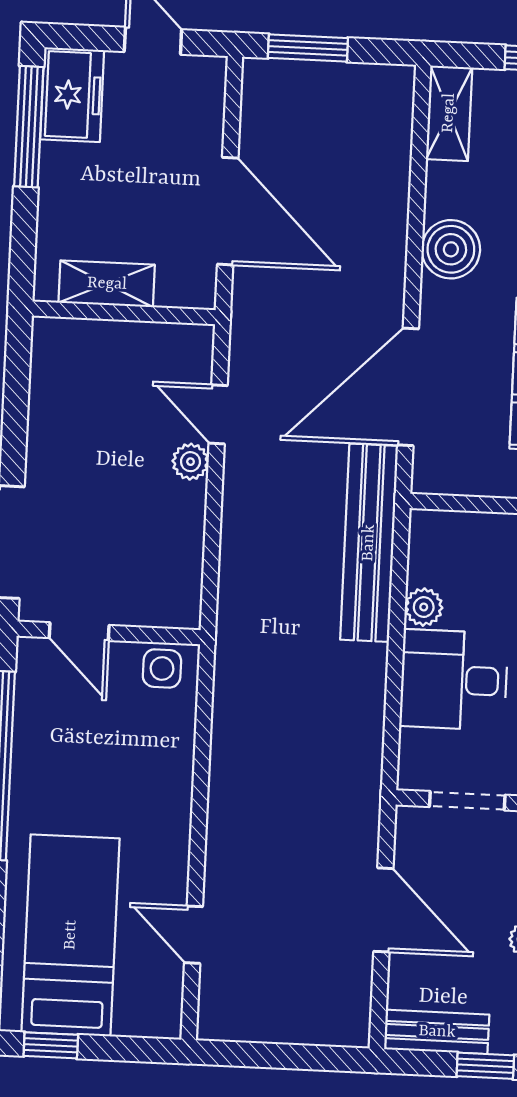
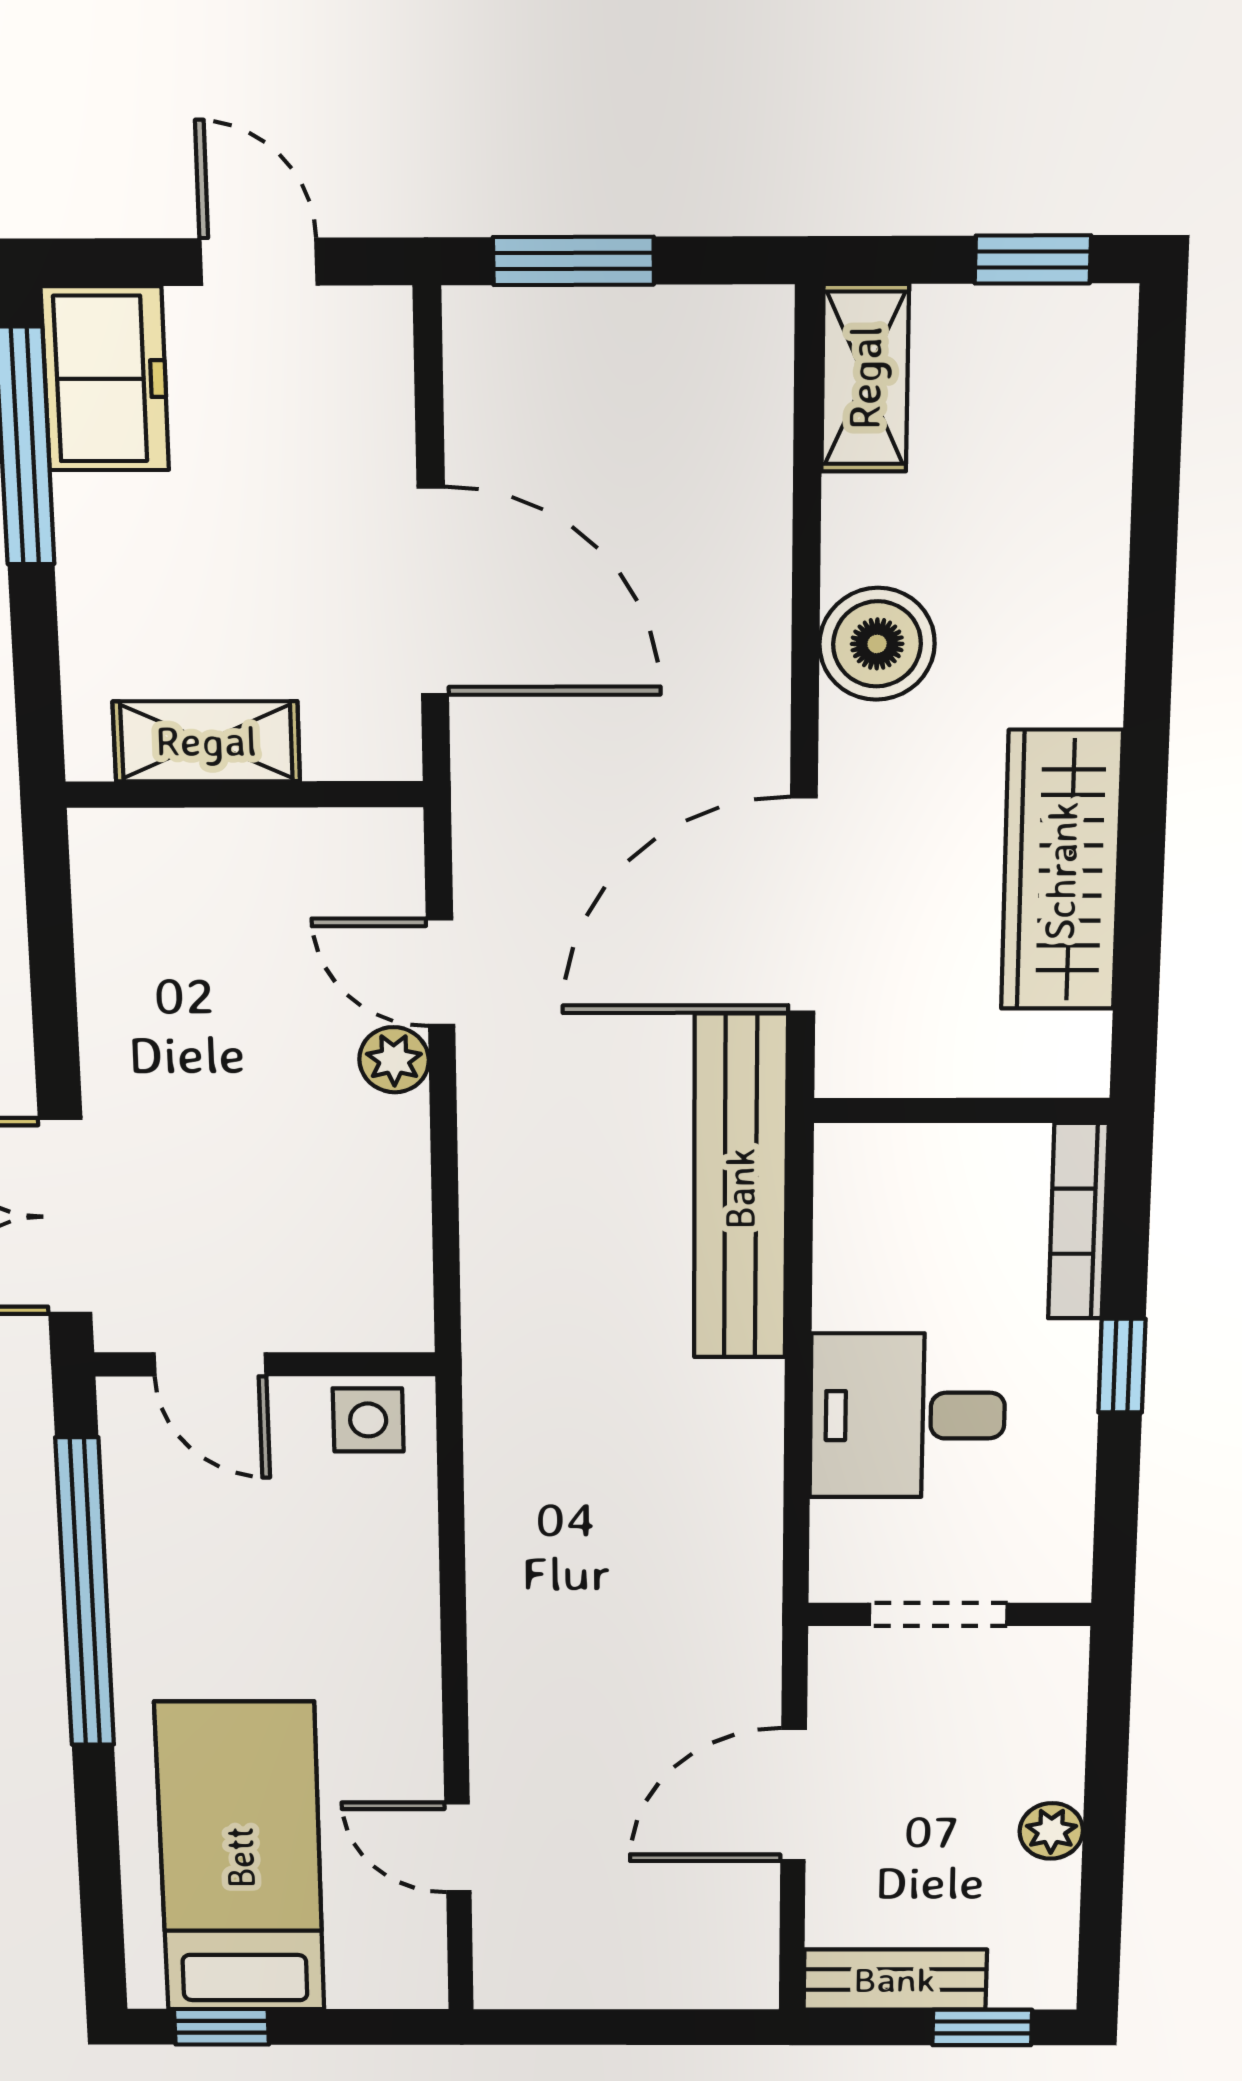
plant: (424, 607) -> (847, 1294), removed
door: (383, 910) -> (794, 1795), swing flipped

